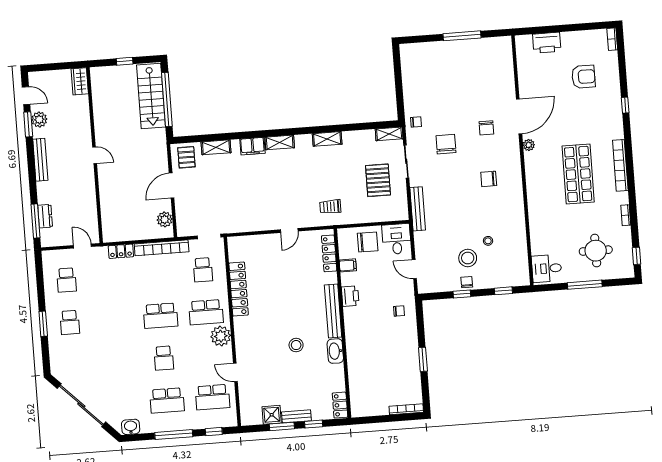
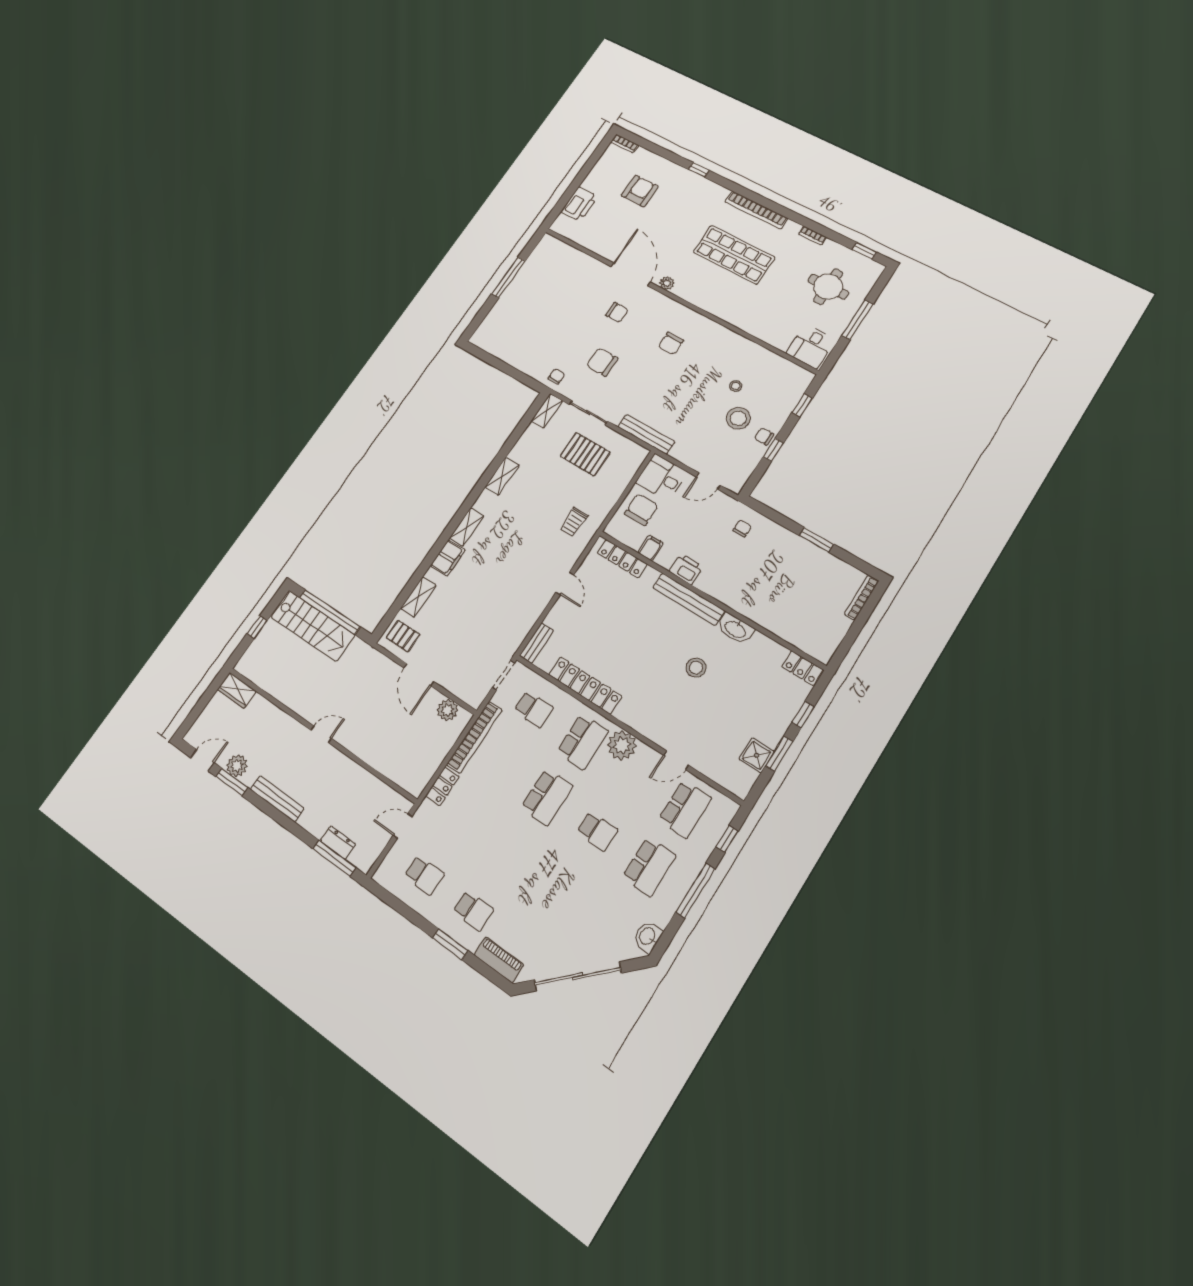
piano: (56, 357) -> (499, 960), added
bench: (296, 416) -> (536, 643), moved

